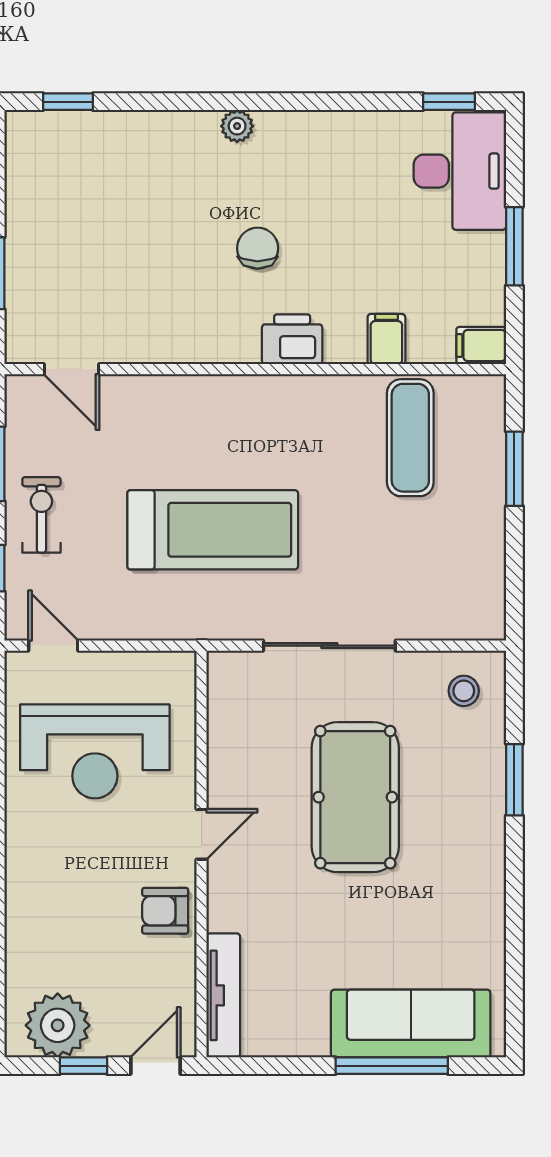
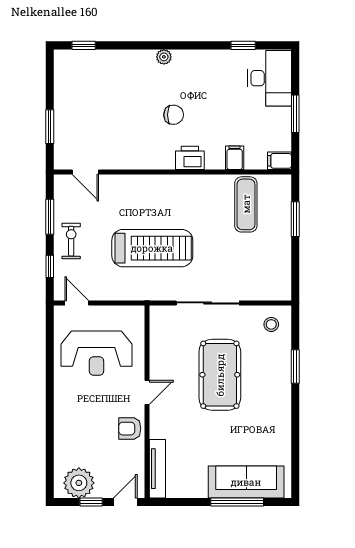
window: (449, 102) -> (243, 45), moved
chair: (258, 248) -> (174, 115), turned 91

